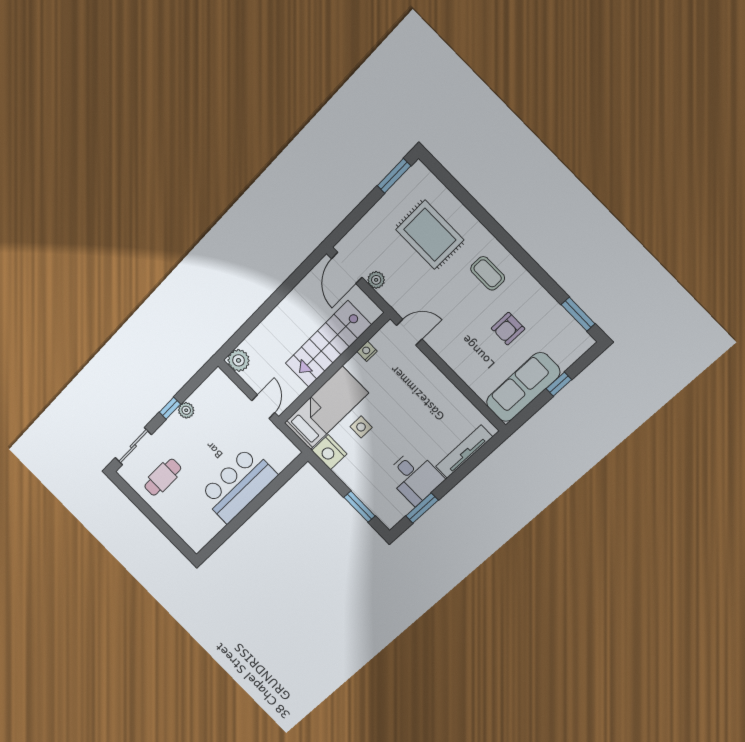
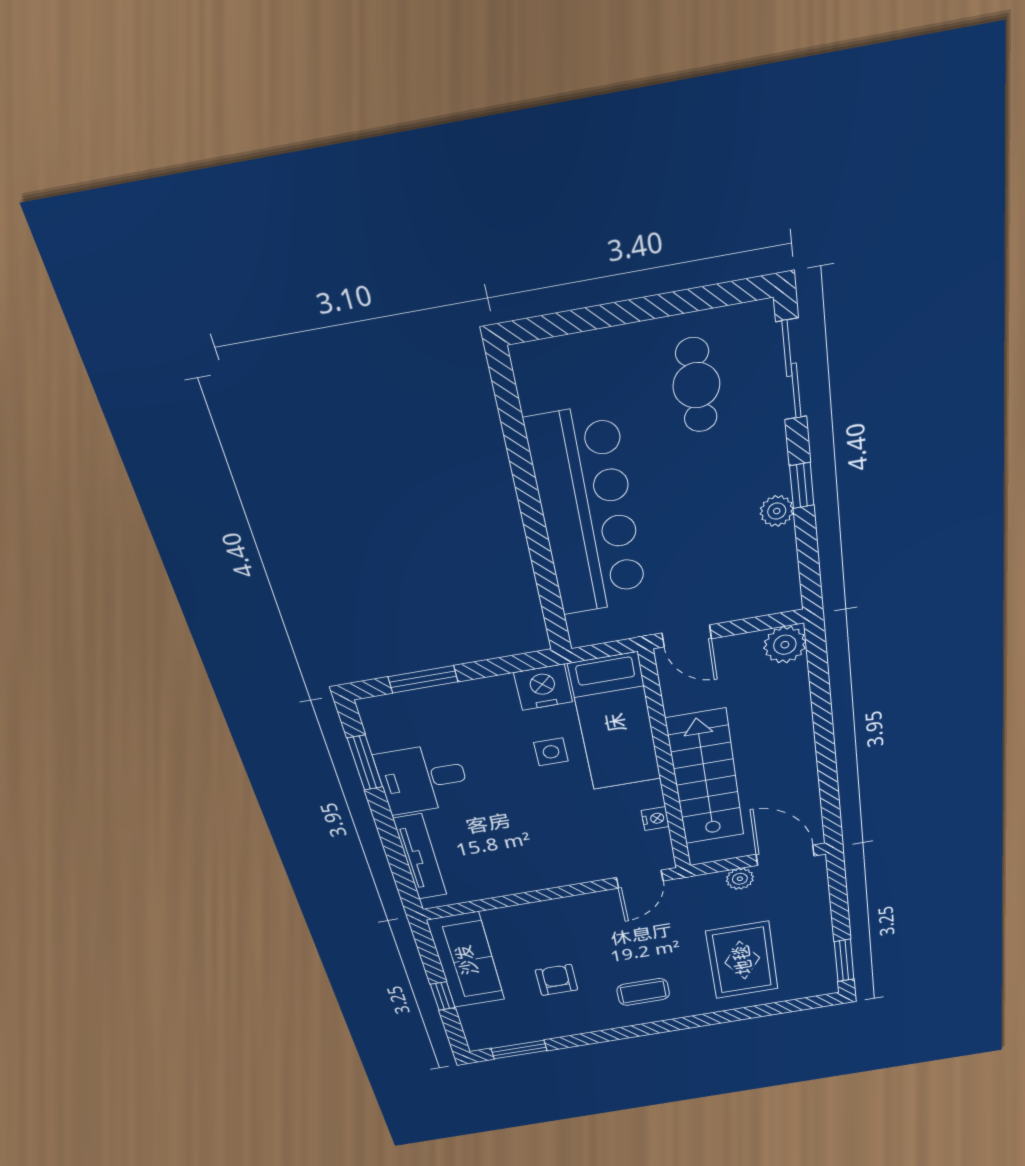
rug: (430, 235) -> (742, 960), turned 90
bar counter: (238, 485) -> (588, 513), width x1.36

